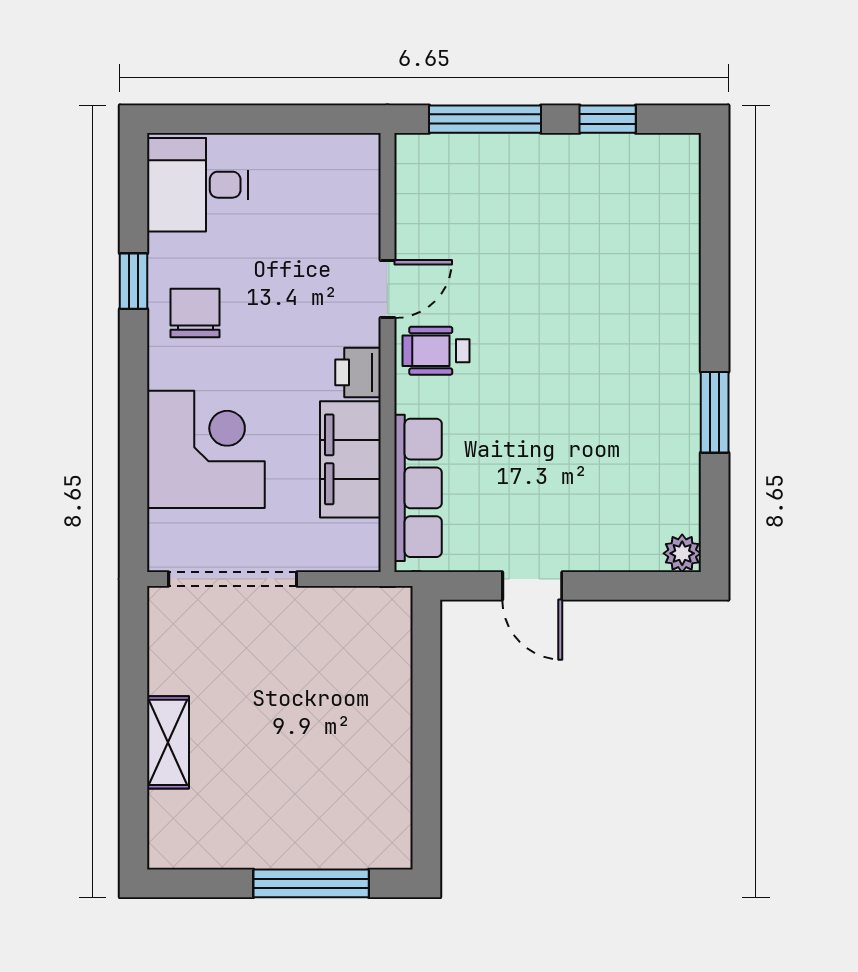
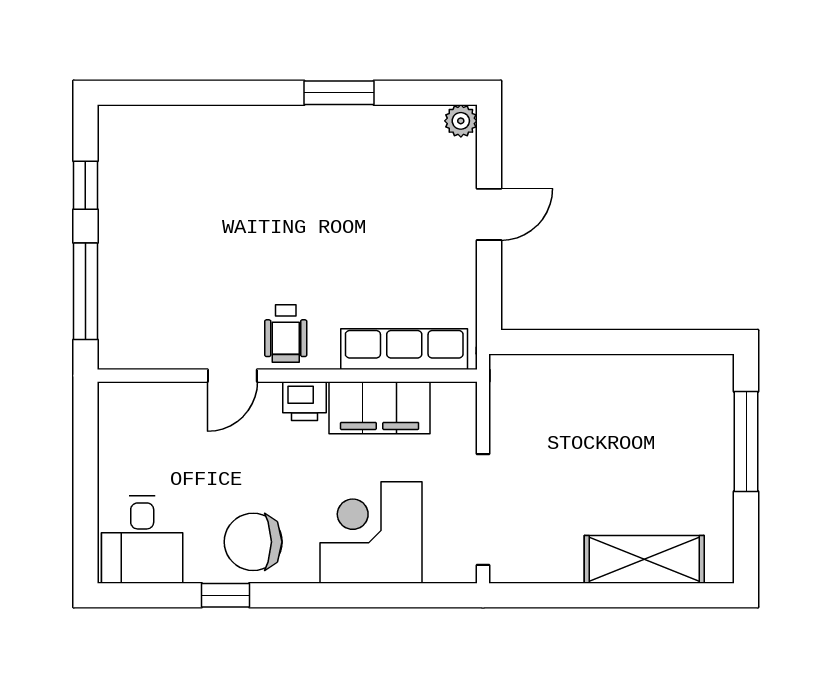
door: (387, 289) -> (232, 376), swing flipped
chair: (195, 313) -> (253, 542), width x1.37, depth x1.37
door: (532, 586) -> (489, 214), moved
shelving: (168, 742) -> (644, 559), width x1.50, depth x1.33

